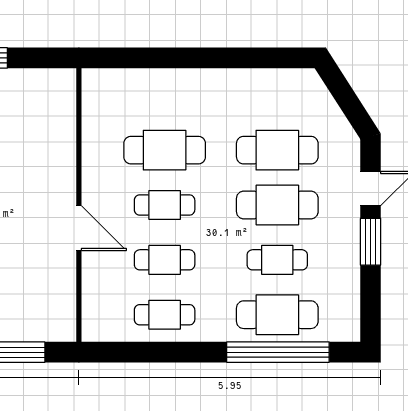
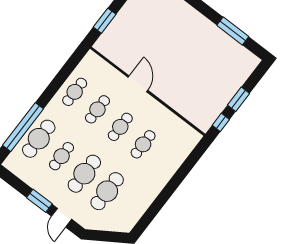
window: (41, 58) -> (221, 122), added
cafe table: (165, 150) -> (143, 144), width x0.73, depth x0.74
door: (79, 228) -> (138, 84), swing flipped

